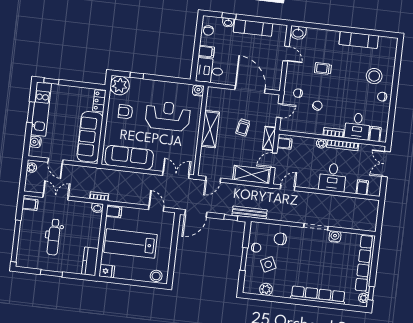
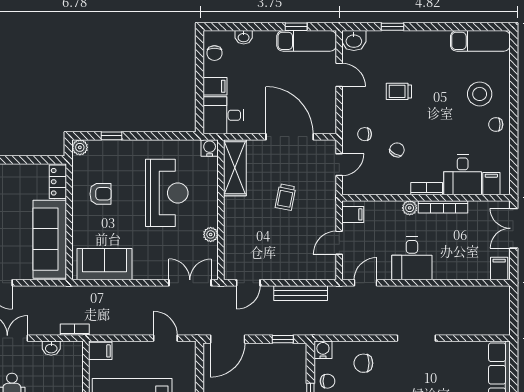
window: (229, 16) -> (296, 27), moved
window: (324, 27) -> (393, 27), added
exam couch: (253, 28) -> (307, 41), moved
exam couch: (359, 40) -> (480, 41), moved
plant: (120, 85) -> (80, 147), width x0.53, depth x0.53
armchair: (126, 112) -> (101, 194), turned 180
reception desk: (168, 116) -> (167, 193), turned 90
shelving: (210, 129) -> (235, 168), moved
shelving: (269, 138) -> (328, 209), removed
plant: (193, 146) -> (211, 234), added
sofa: (129, 158) -> (105, 264), width x0.73
shelving: (252, 175) -> (307, 269), removed
desk: (333, 177) -> (412, 258), moved
filing cabinet: (362, 187) -> (499, 269), moved
washbasin: (97, 208) -> (51, 348), moved
bench: (250, 213) -> (301, 293), moved
water cooler: (335, 237) -> (323, 350), moved

